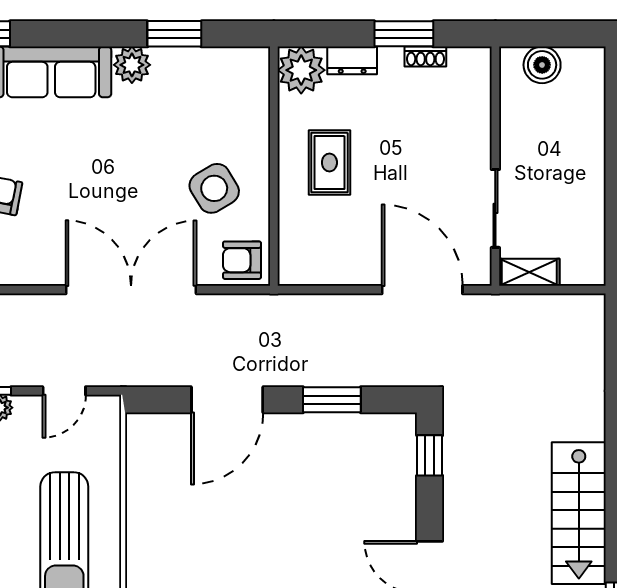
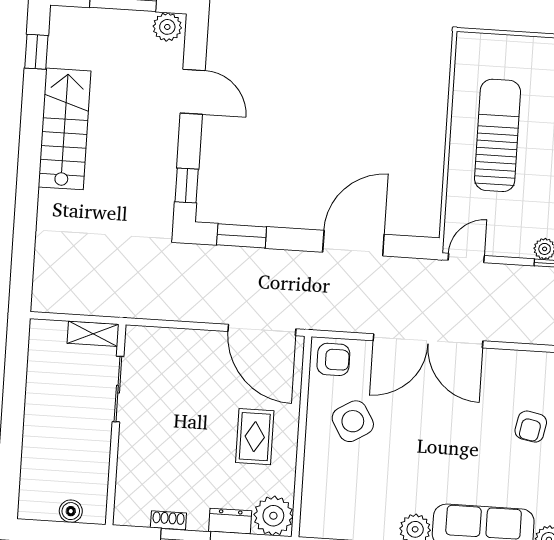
boiler: (542, 65) -> (71, 511), width x0.73, depth x0.73
door: (422, 290) -> (262, 330), moved
door: (64, 391) -> (466, 258), moved
window: (332, 400) -> (242, 236), moved

